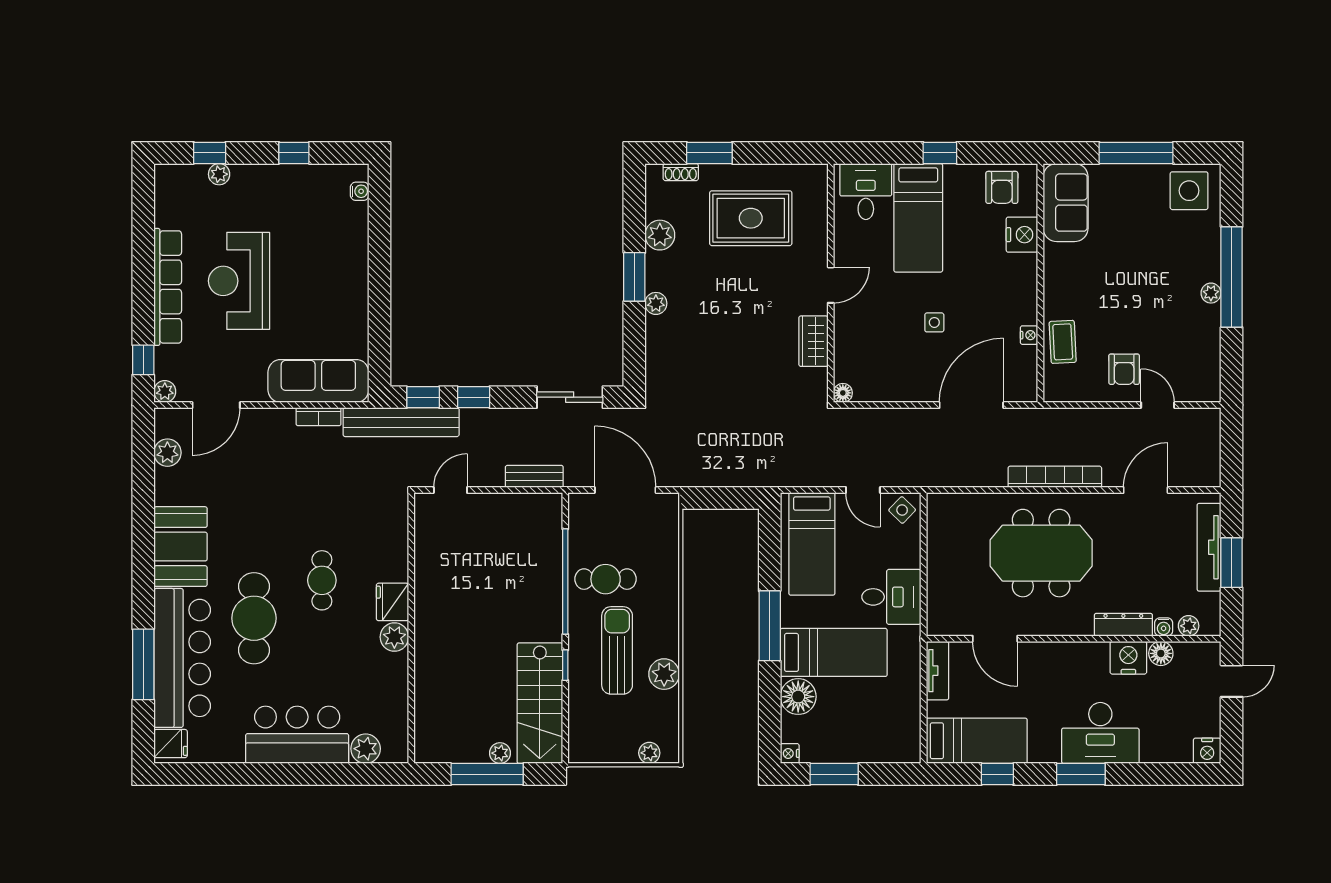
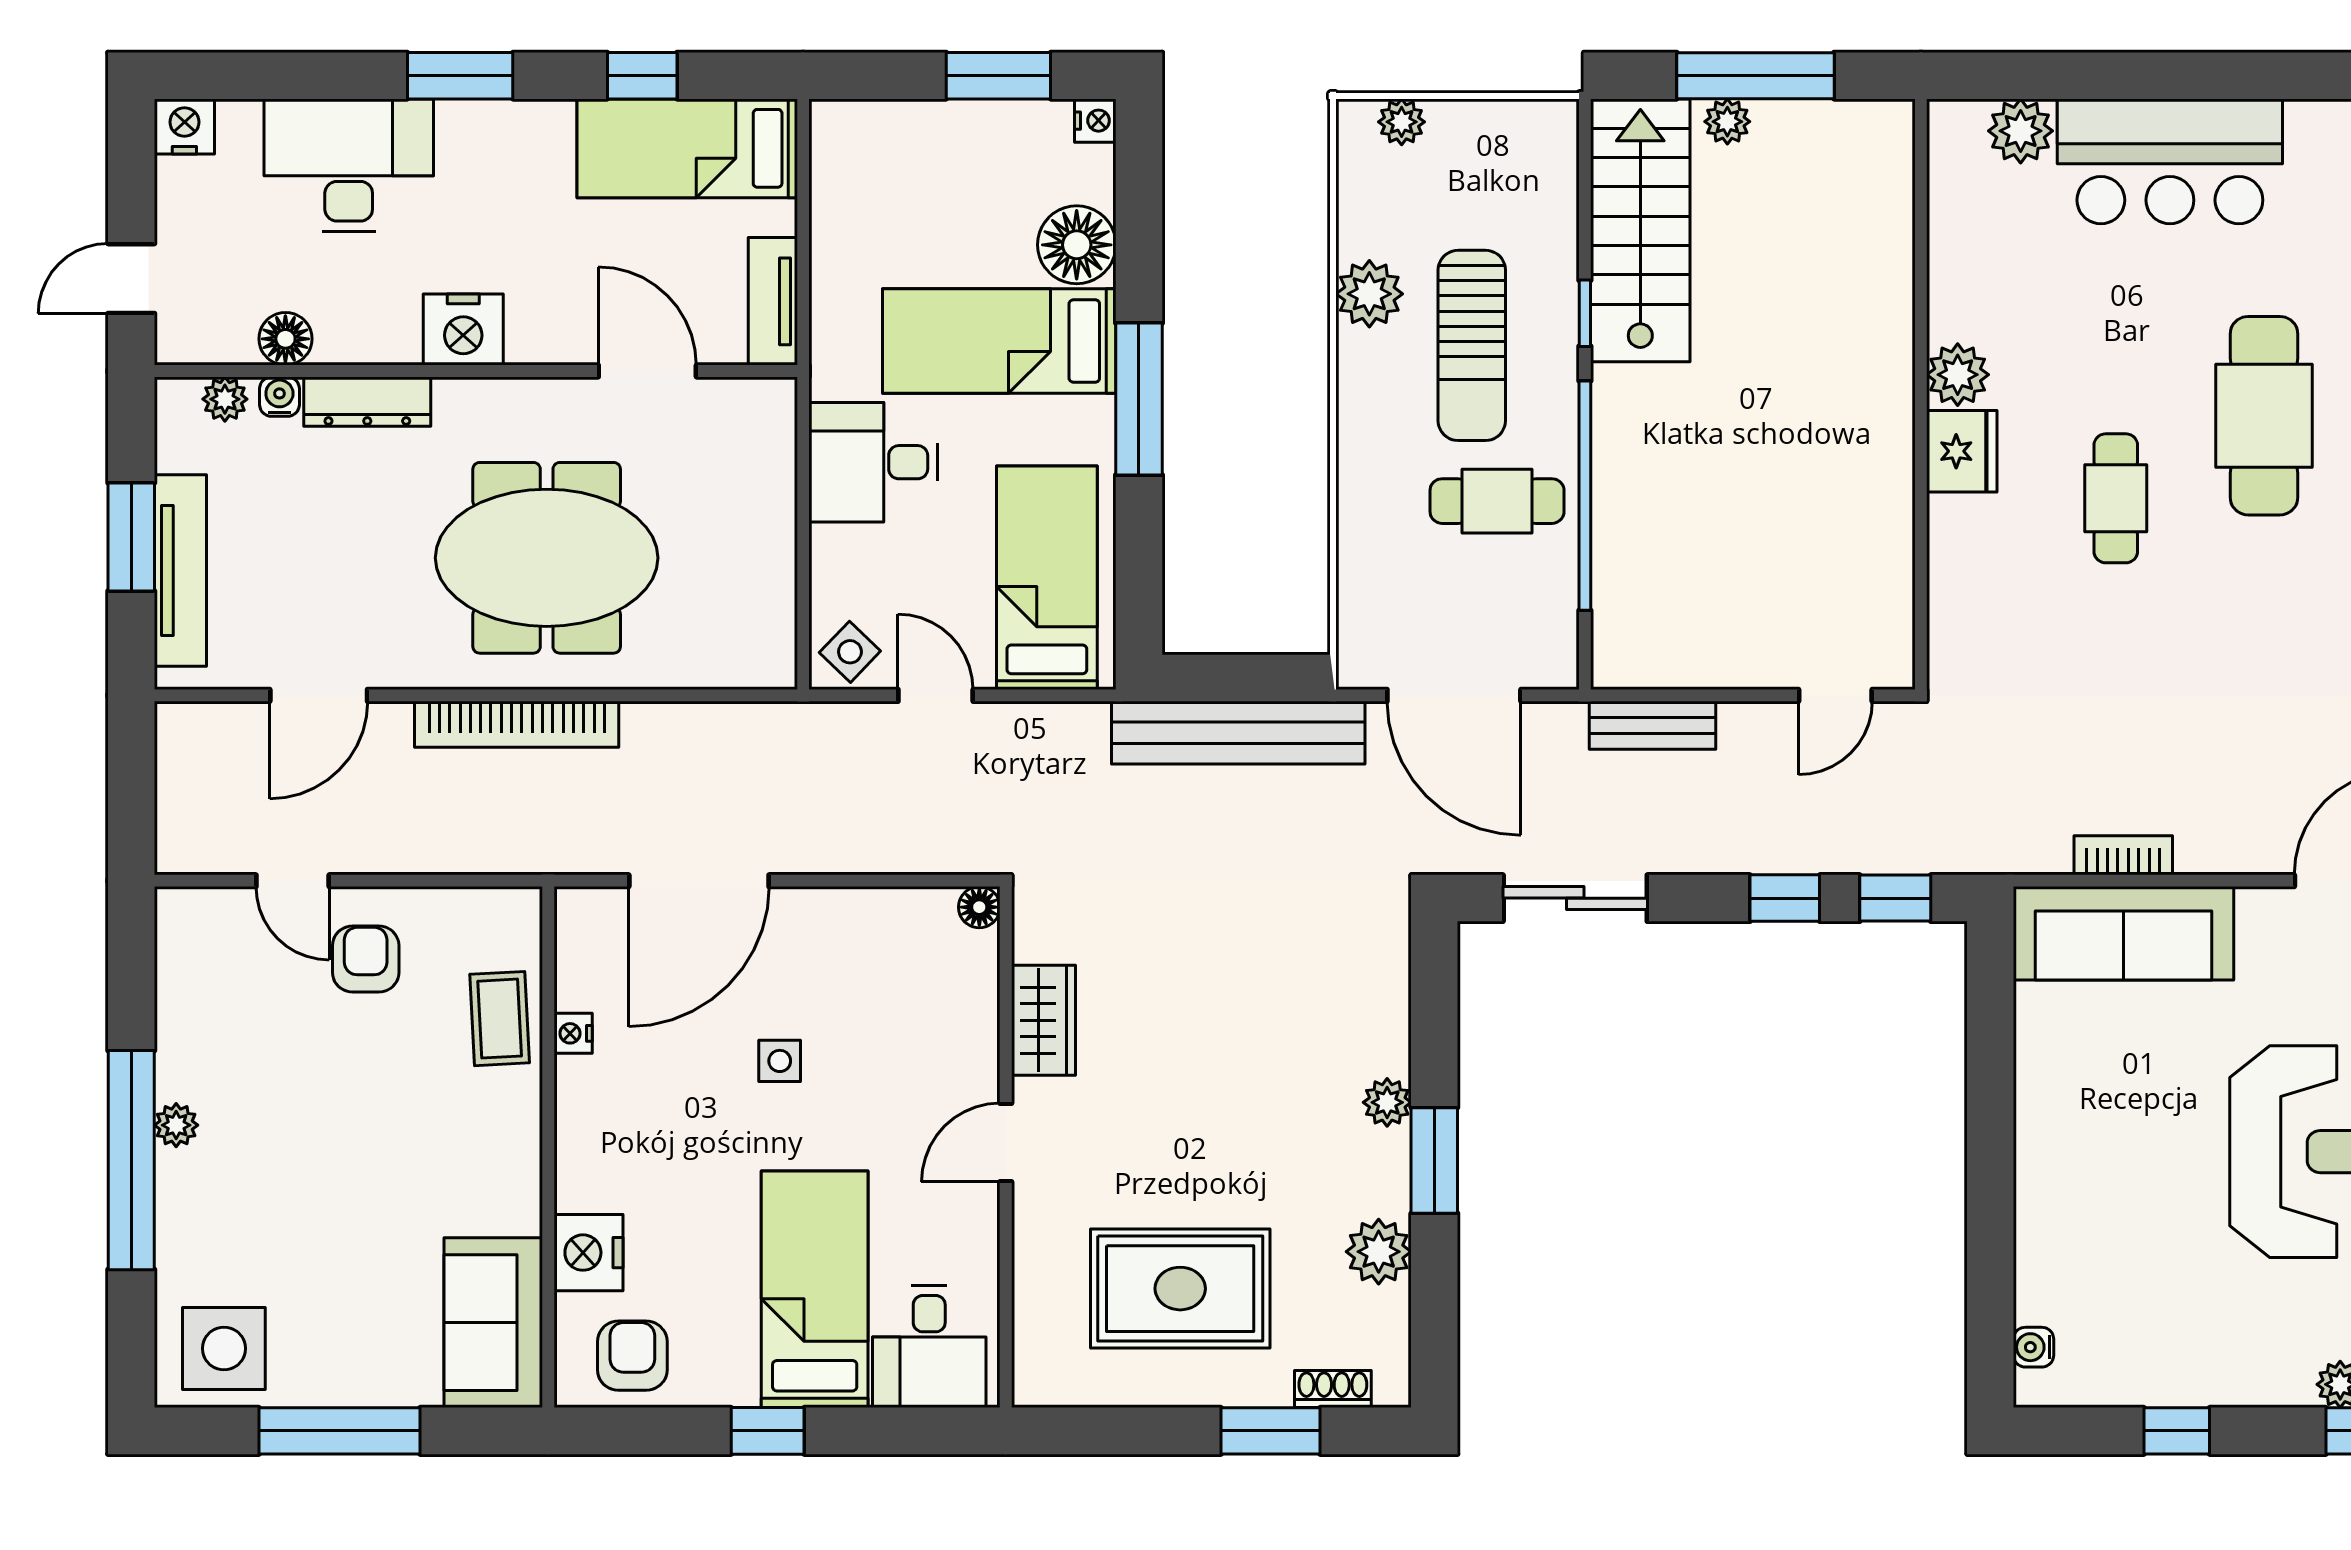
bench: (401, 422) -> (1238, 733), moved
nightstand: (1128, 658) -> (463, 330), moved
desk: (1100, 733) -> (349, 165), moved

